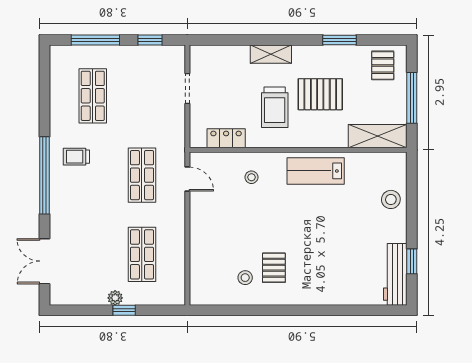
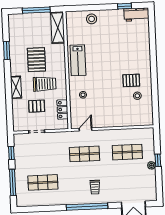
pallet: (383, 65) -> (37, 106), moved
trolley: (76, 157) -> (95, 187), moved
workbench: (395, 274) -> (136, 15), width x0.73

